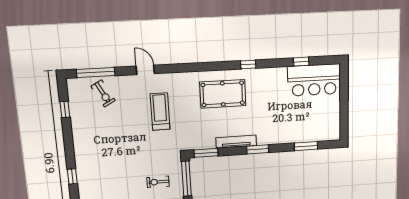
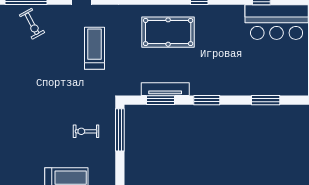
tv unit: (236, 142) -> (165, 89), moved
window: (206, 153) -> (160, 100), moved

